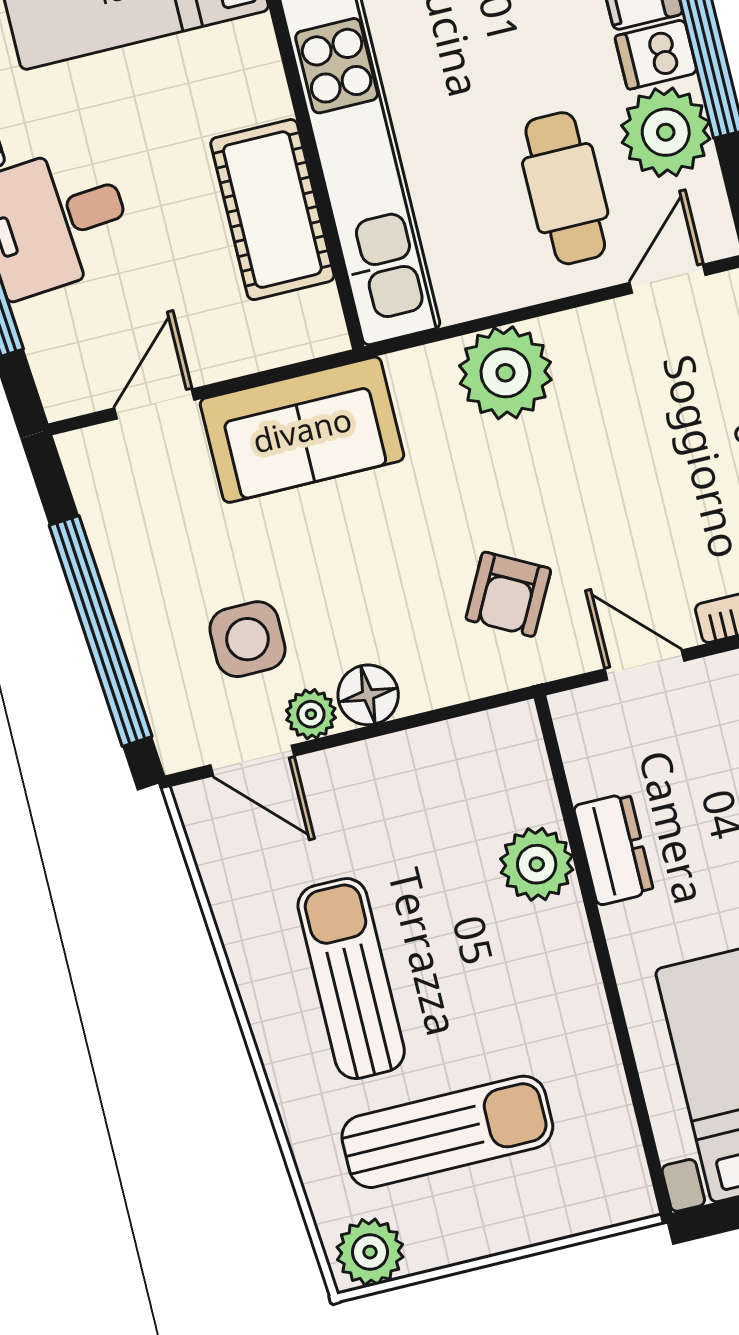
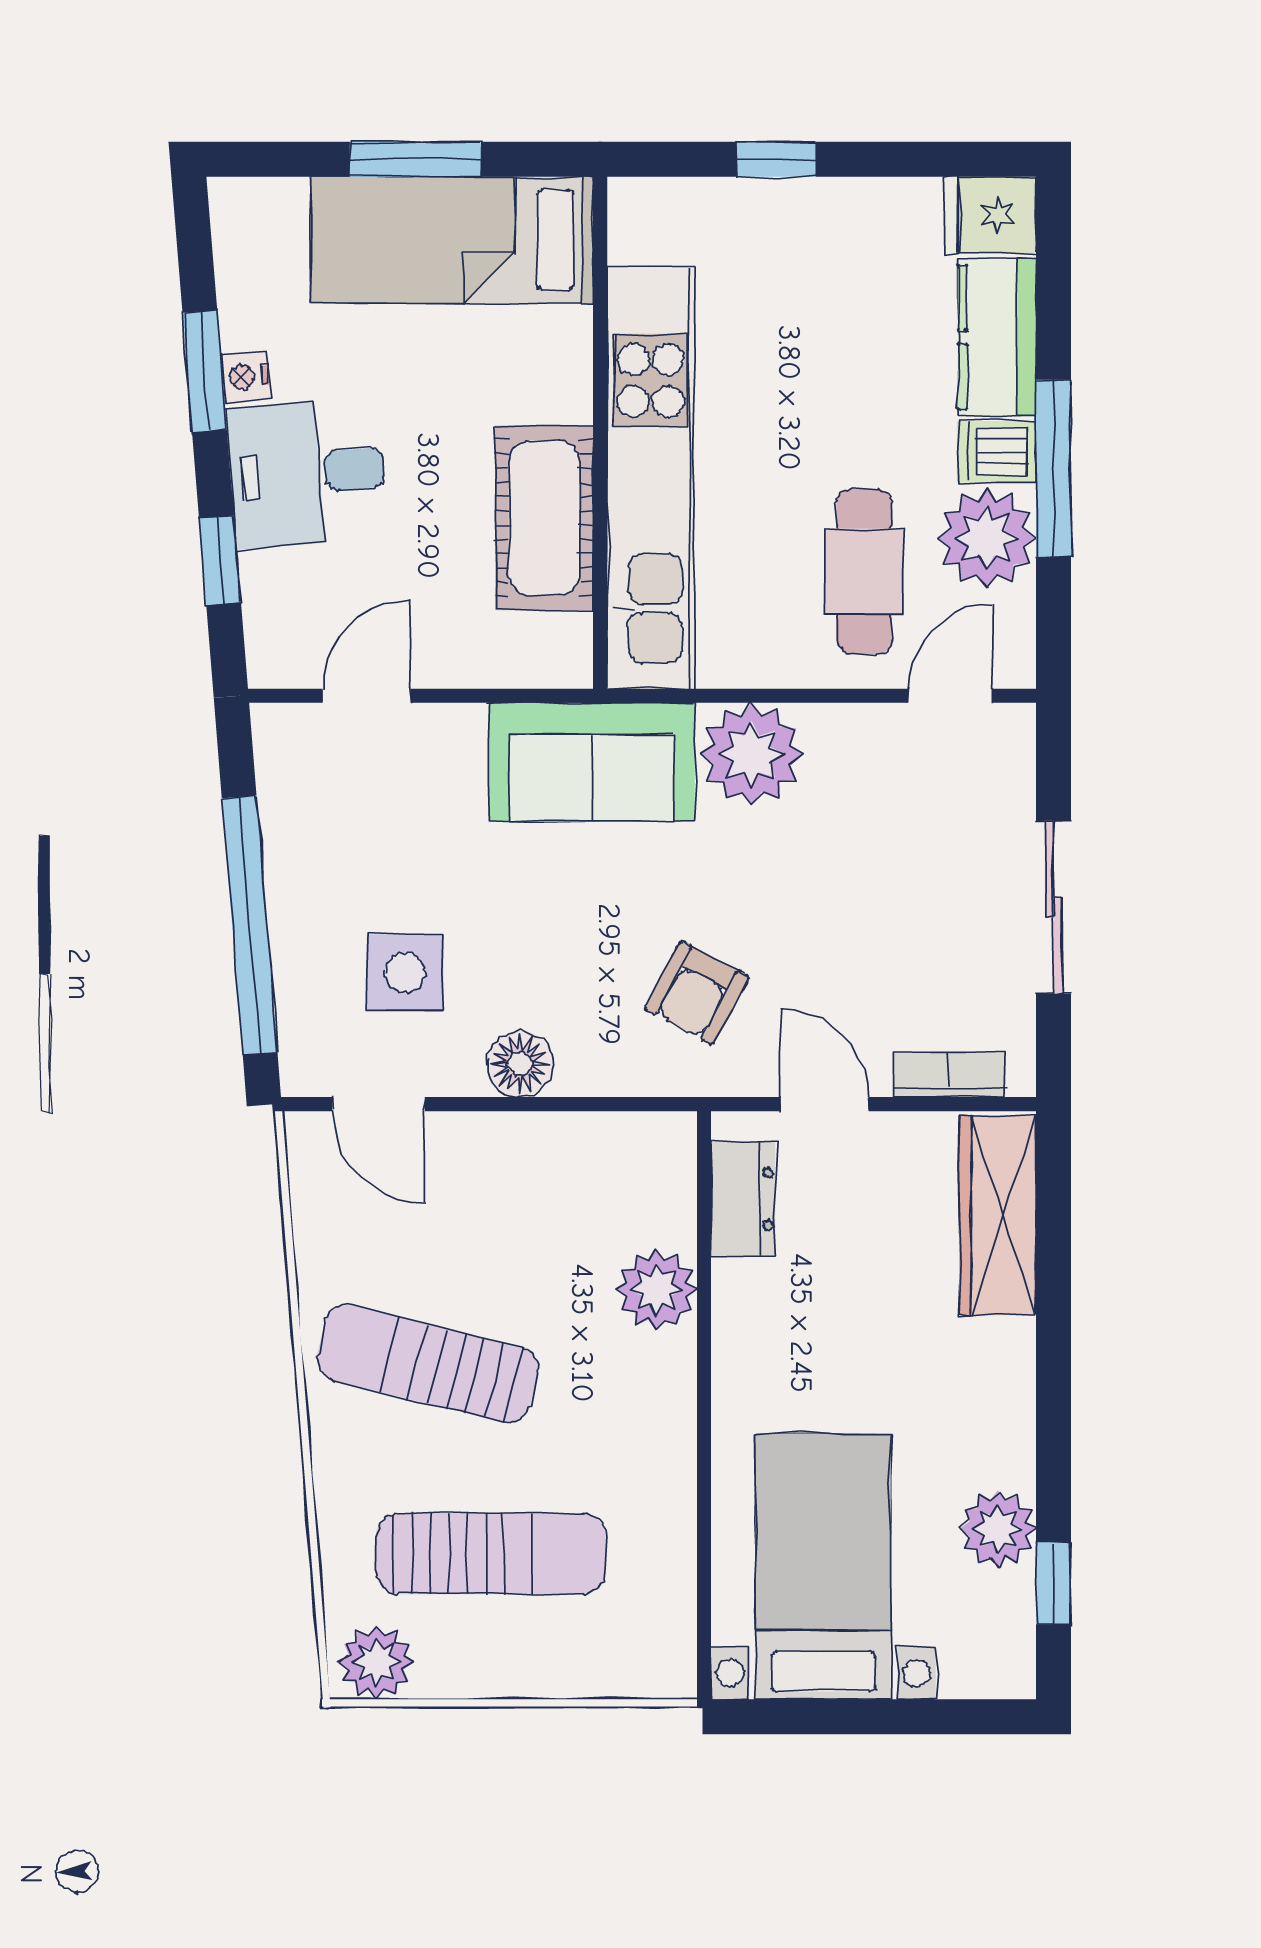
sofa: (302, 430) -> (592, 762), moved
plant: (311, 714) -> (454, 1070), removed
dresser: (614, 849) -> (743, 1199), moved
sun lounger: (351, 979) -> (428, 1364), turned -76

